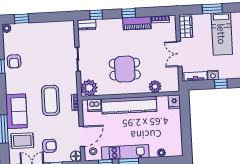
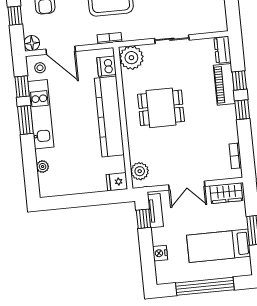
window: (96, 15) -> (239, 80), moved
piano: (137, 23) -> (224, 84), moved
double door: (179, 54) -> (187, 186), swing flipped
dining table: (125, 69) -> (161, 108), turned 90
nightstand: (213, 75) -> (160, 253), moved
window: (221, 84) -> (143, 219), moved
plant: (155, 87) -> (140, 171), moved

